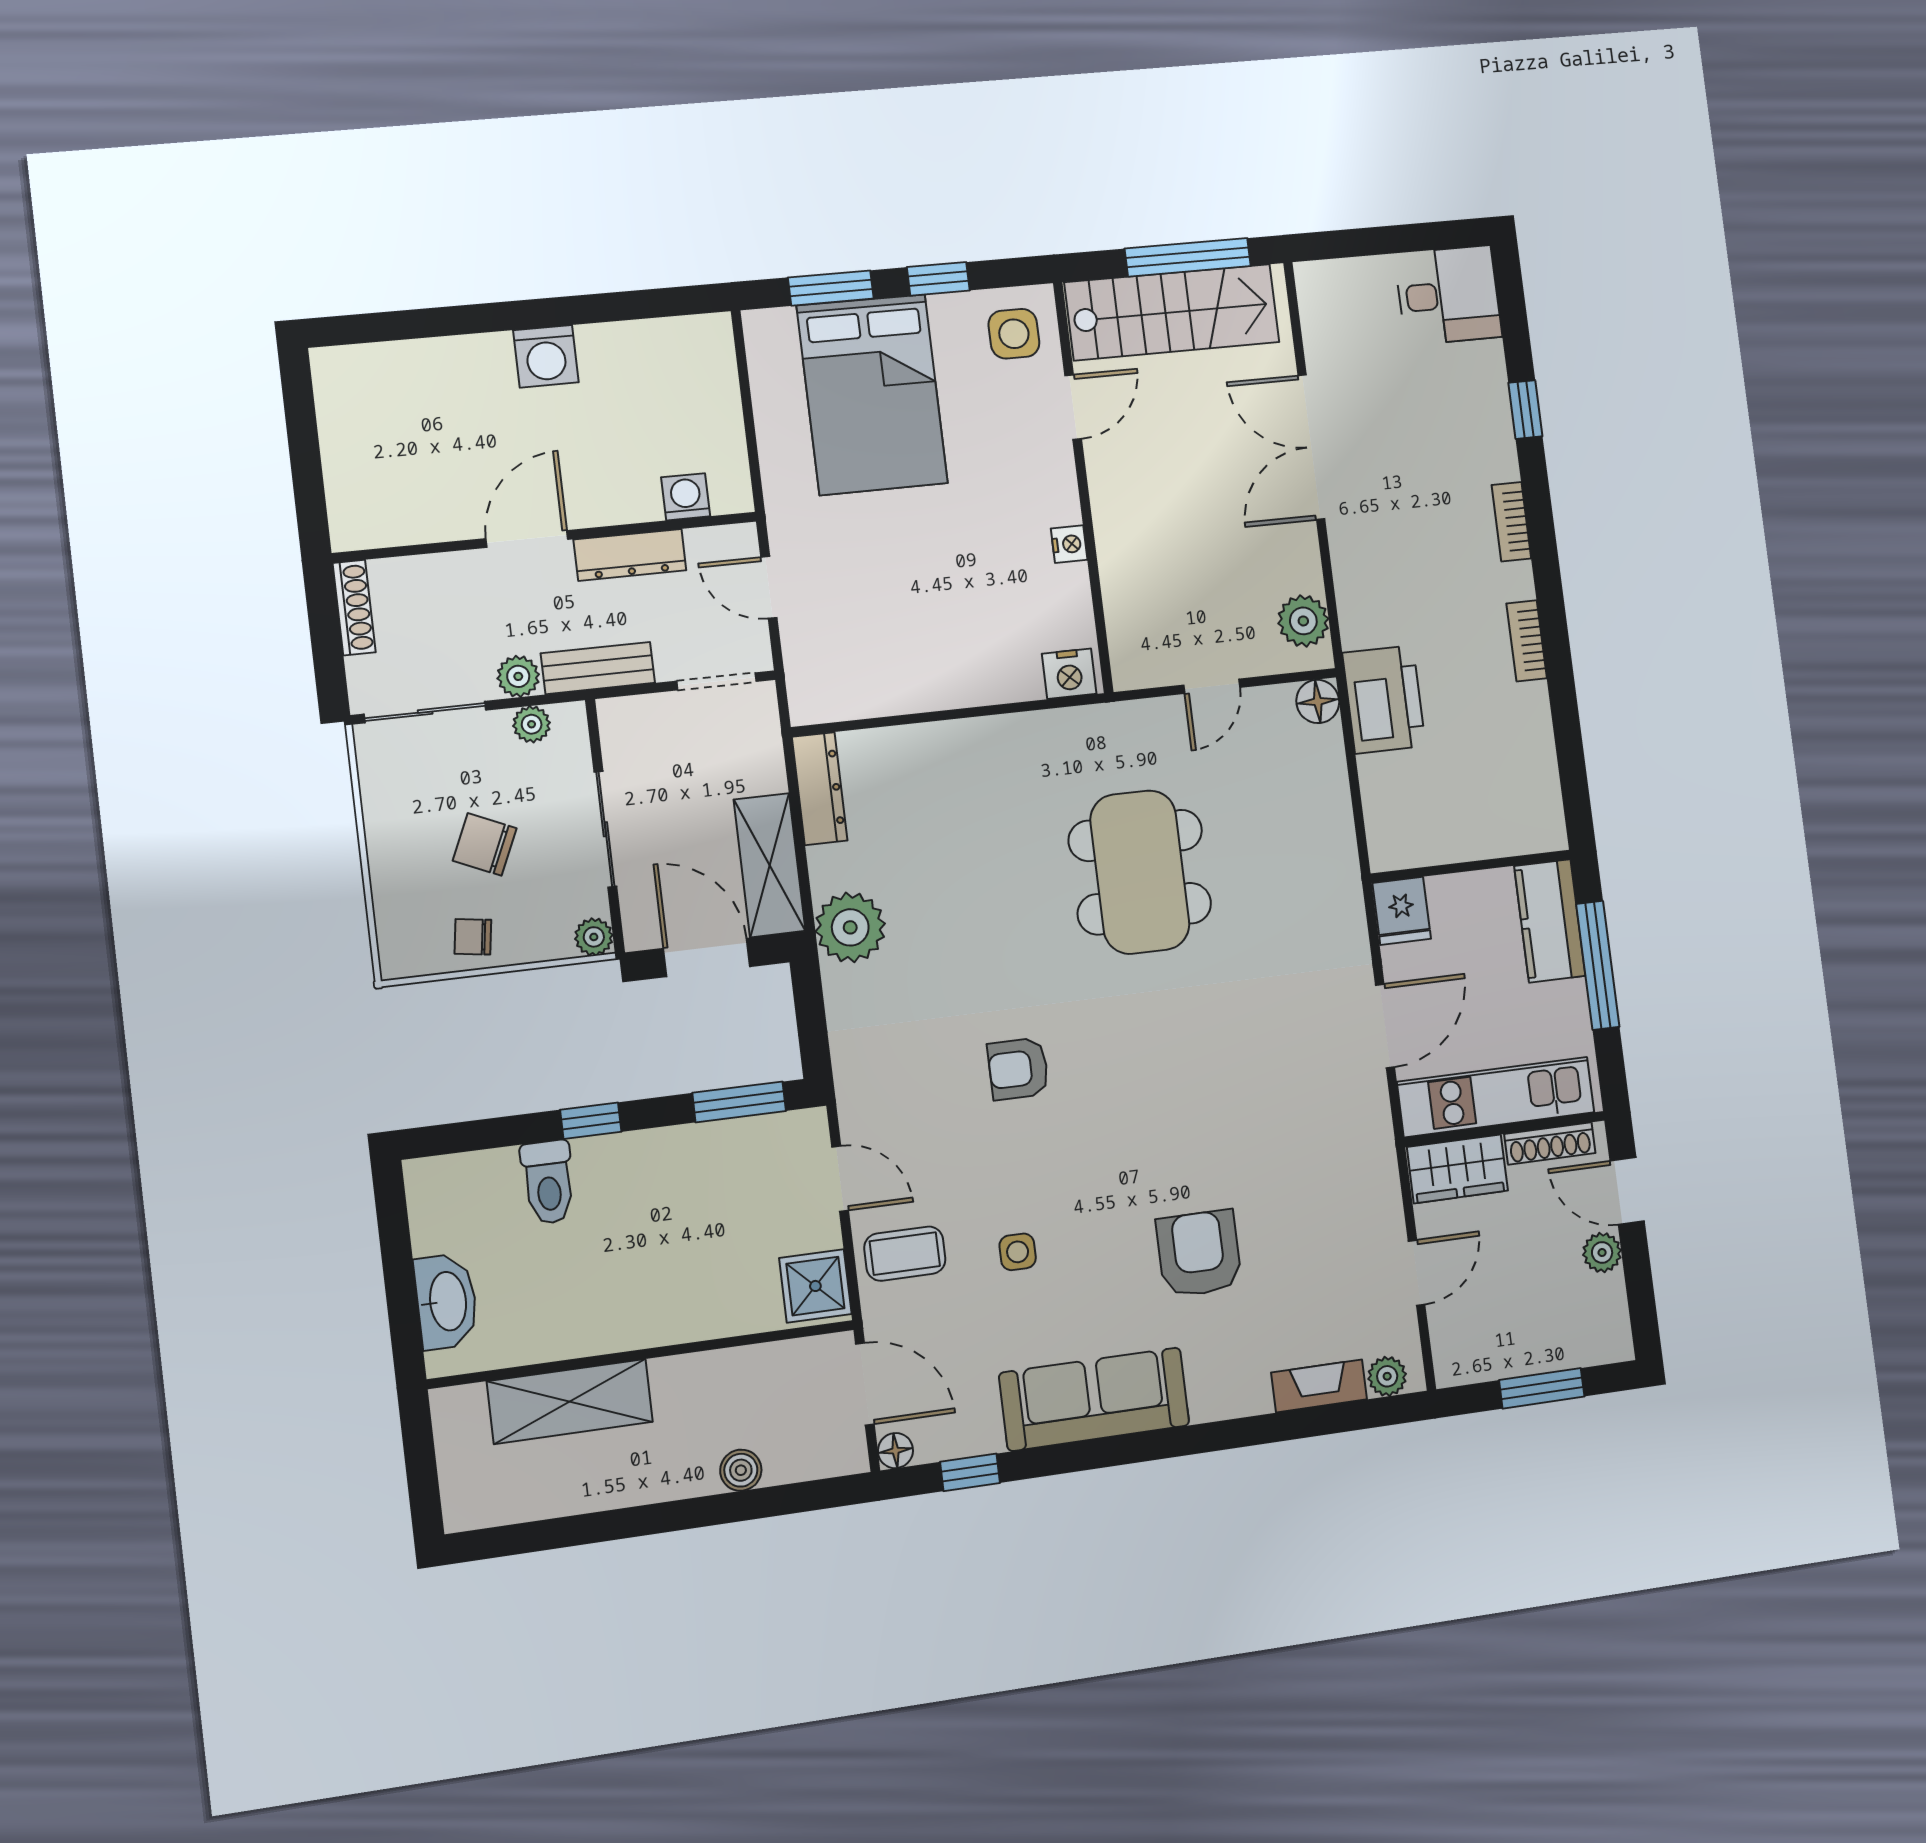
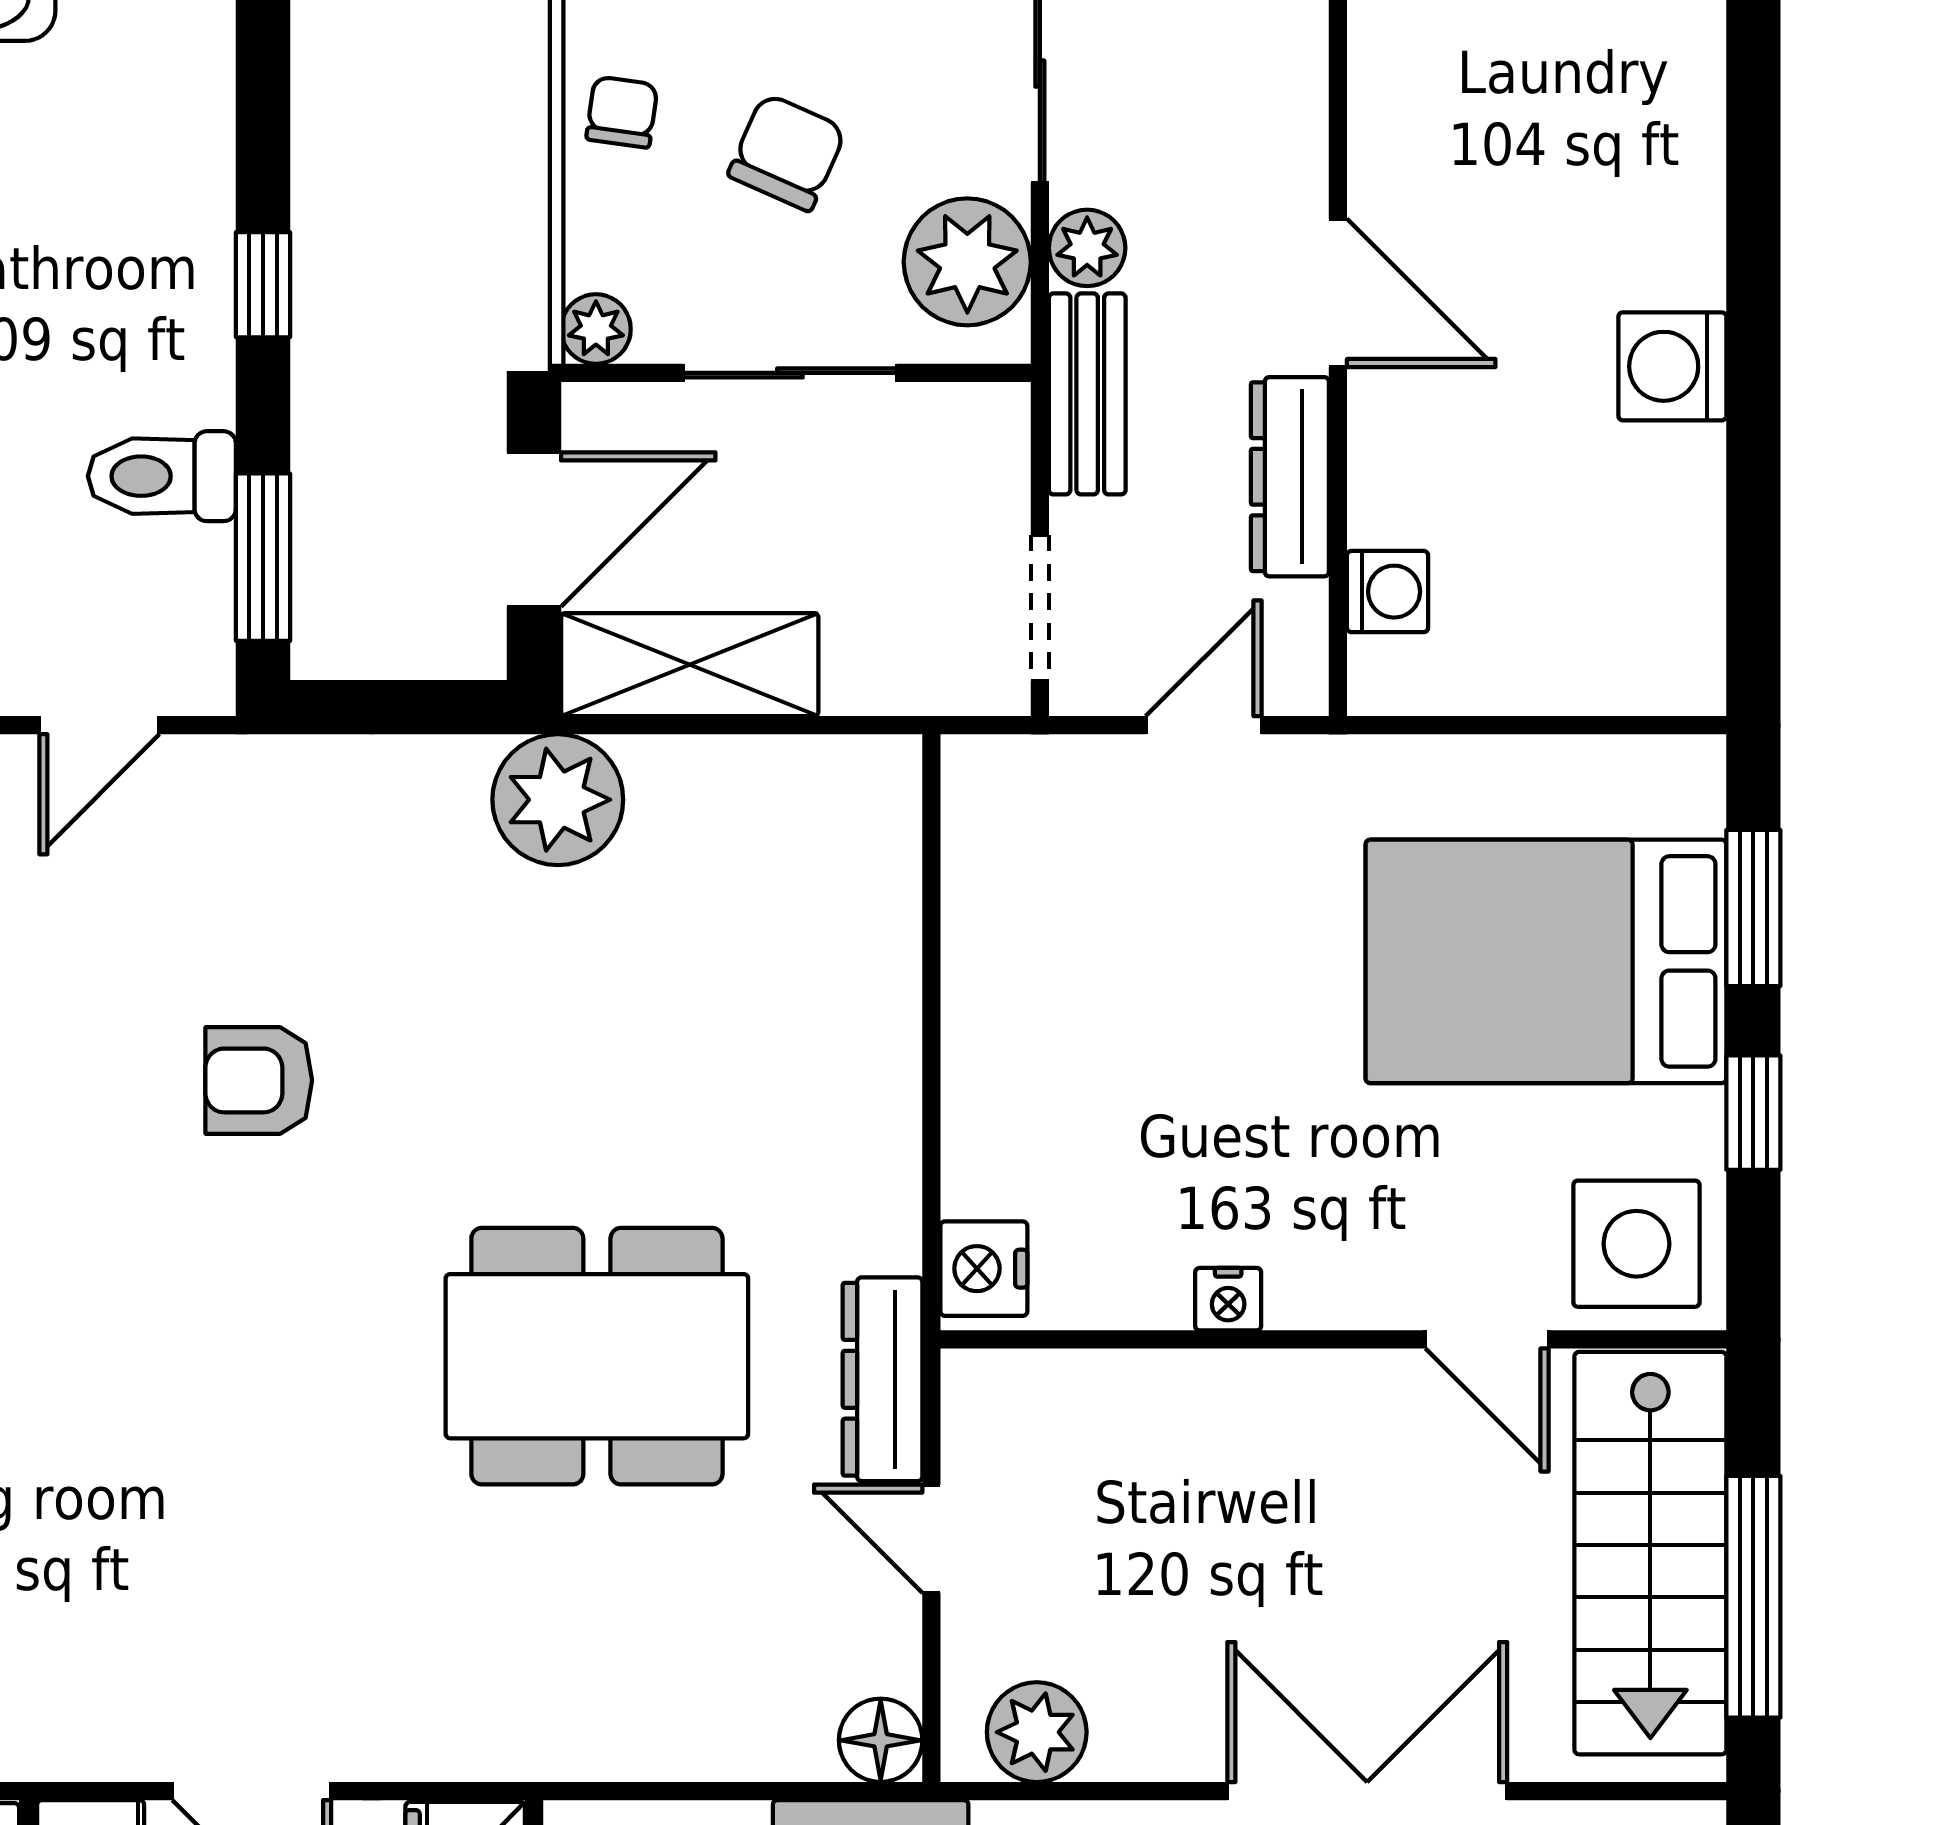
side table: (1014, 334) -> (1636, 1244), width x1.37, depth x1.37
plant: (532, 724) -> (967, 262), width x1.88, depth x1.88
dresser: (820, 789) -> (883, 1379), moved, turned 90
armchair: (1018, 1069) -> (259, 1080), turned -90
toilet: (548, 1182) -> (162, 476), moved

